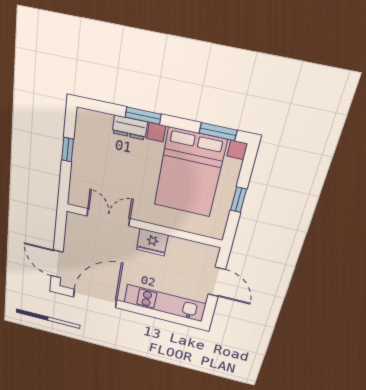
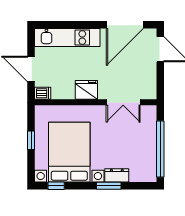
window: (218, 132) -> (56, 186), width x0.67
window: (68, 150) -> (160, 149), width x3.17
dishwasher: (209, 252) -> (43, 93), added

